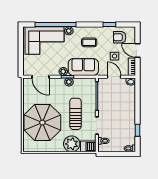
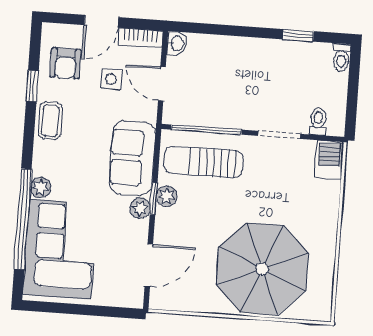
coffee table: (89, 42) -> (50, 121), moved
door: (114, 77) -> (162, 84), hinge flipped
sun lounger: (75, 114) -> (203, 162), moved
plant: (72, 144) -> (320, 200), removed

